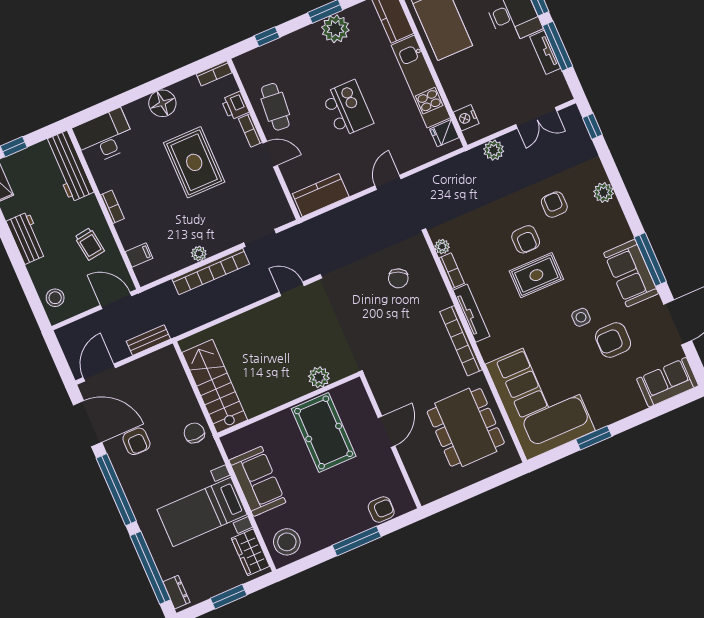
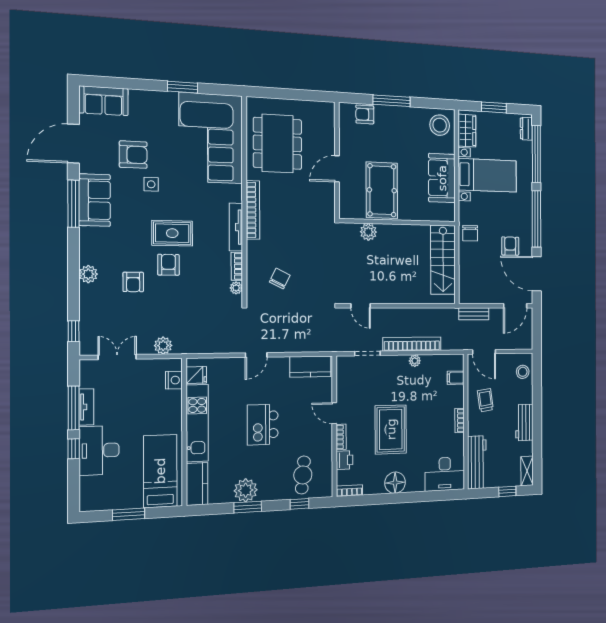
cafe table: (275, 107) -> (303, 475), moved

